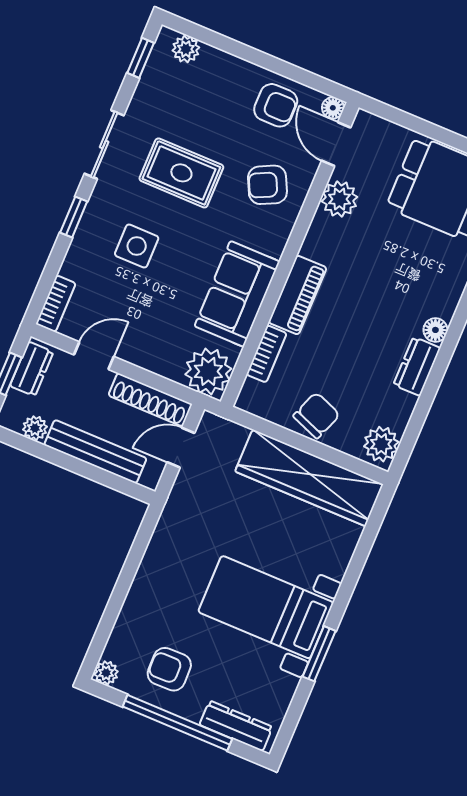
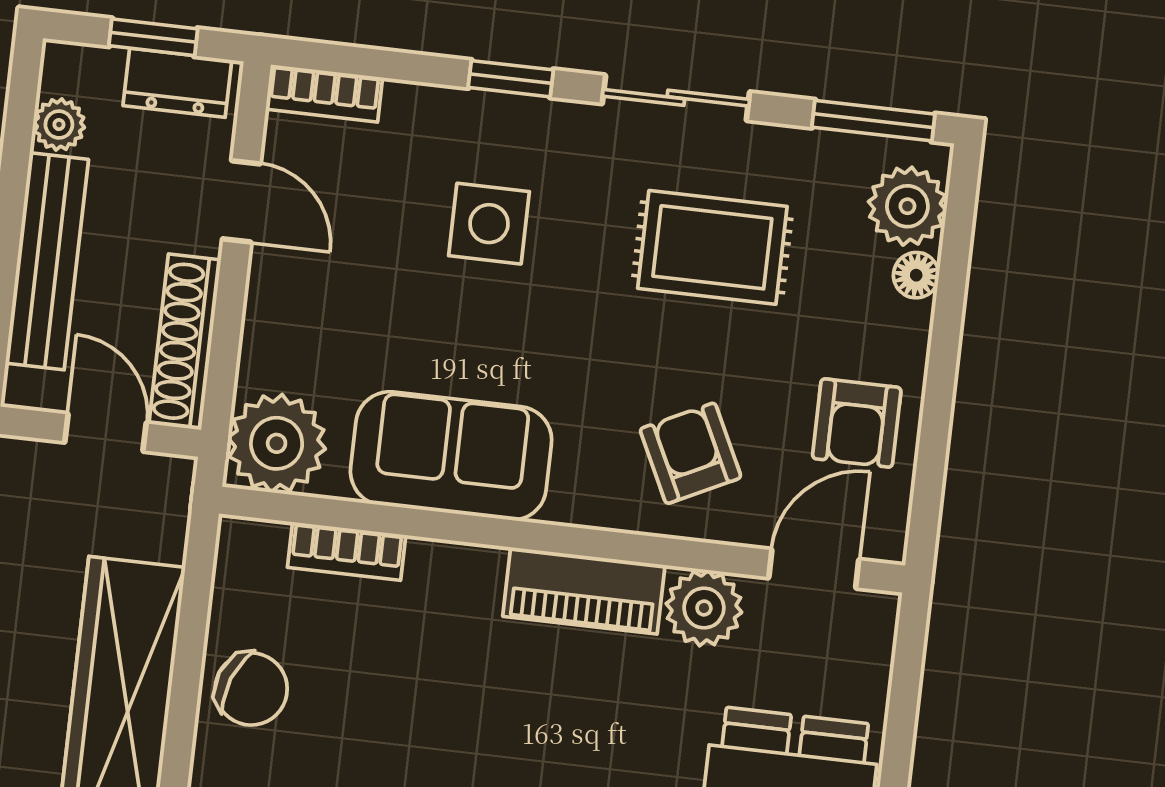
plant: (186, 49) -> (907, 206), width x1.38, depth x1.38
window: (141, 58) -> (873, 121), width x1.50
floor lamp: (333, 108) -> (916, 275), moved
rug: (181, 173) -> (712, 247), moved, turned 90
piano: (297, 295) -> (584, 591), moved

